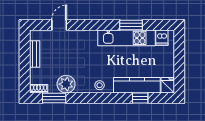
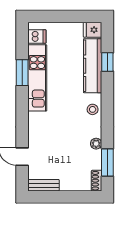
bench: (35, 54) -> (44, 185), moved
plant: (66, 84) -> (96, 144), width x0.53, depth x0.53

